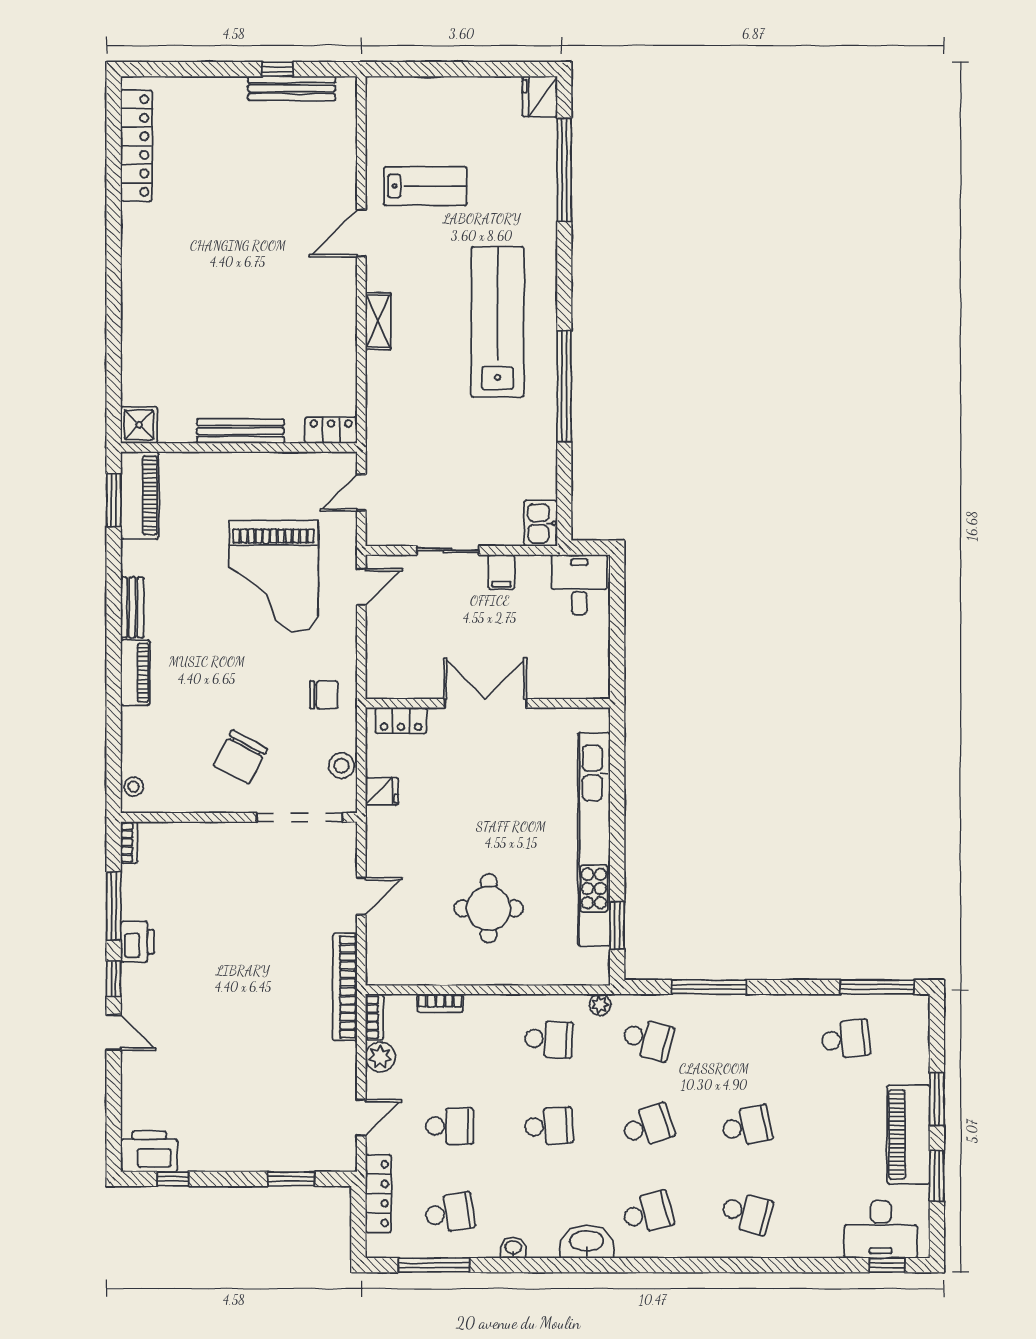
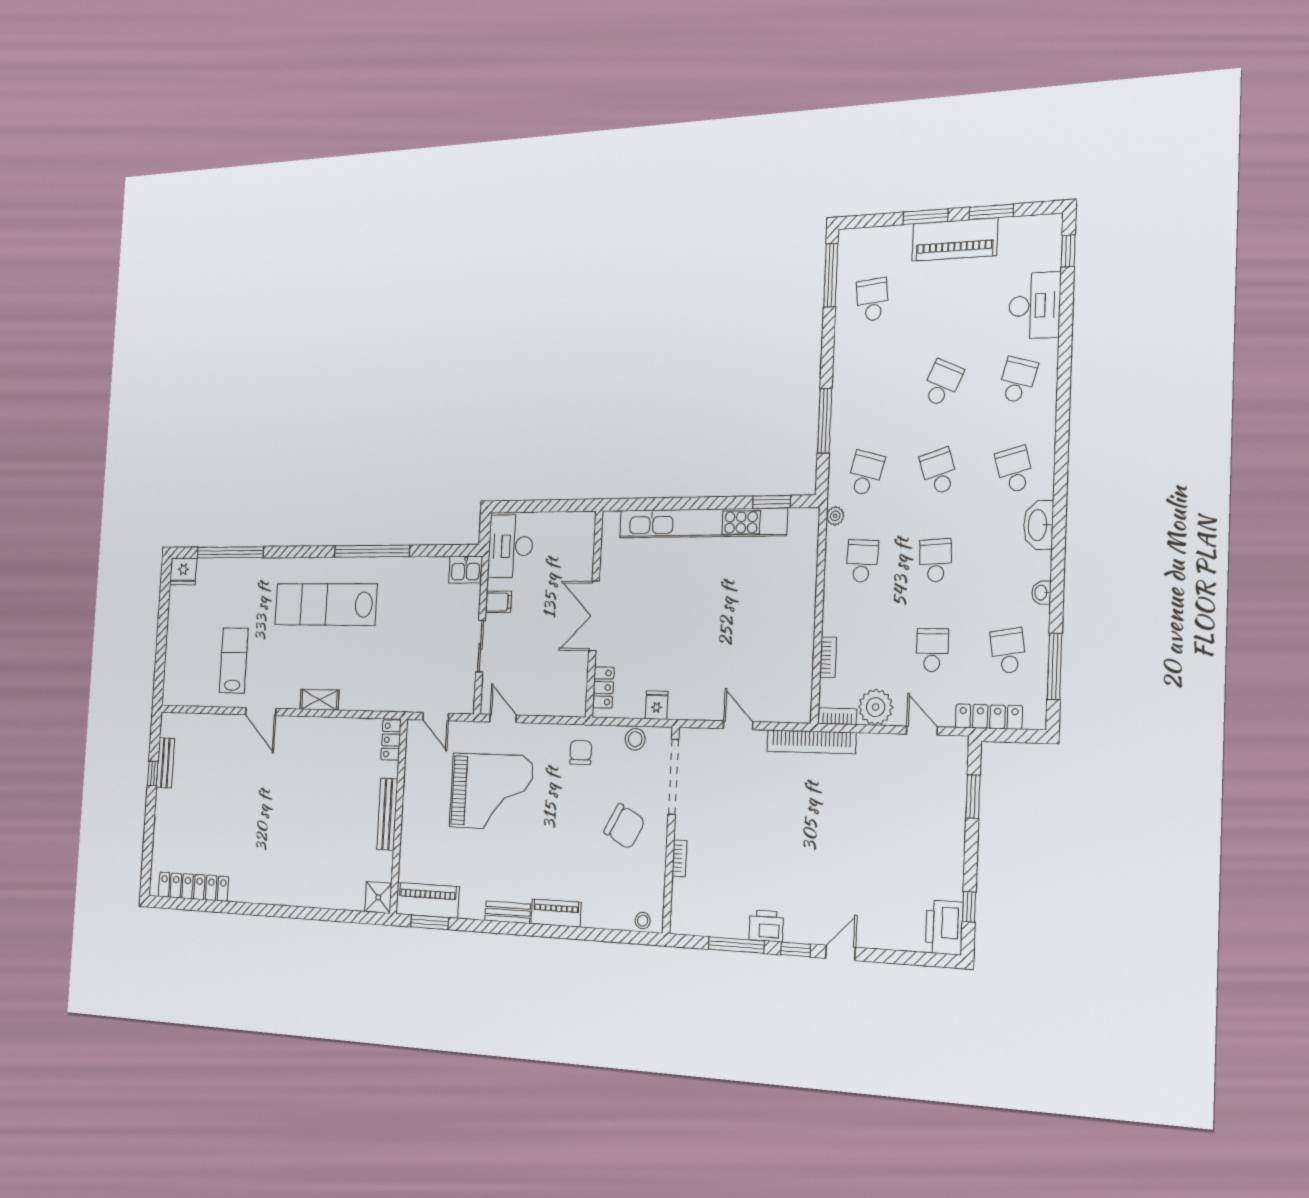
bench: (292, 88) -> (165, 763), width x0.73
desk: (579, 585) -> (511, 546), width x1.37
bookcase: (129, 842) -> (679, 858), moved, turned 90
round table: (489, 908) -> (753, 614), removed
plant: (380, 1057) -> (876, 707), width x1.36, depth x1.36
school desk: (747, 1126) -> (942, 383), turned 36
desk: (881, 1229) -> (1035, 306), moved

